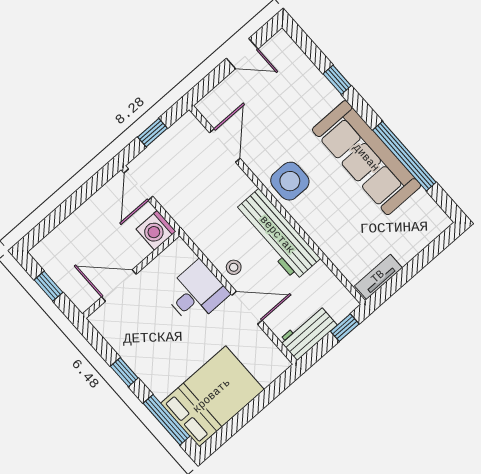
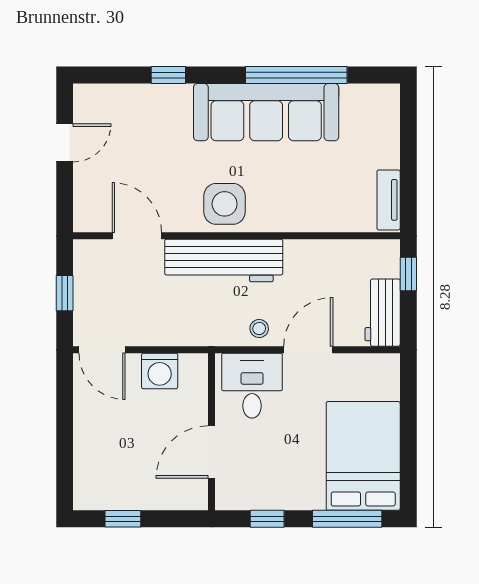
workbench: (277, 235) -> (224, 261), moved
wall: (131, 275) -> (211, 432), moved
door: (119, 286) -> (211, 452), moved

